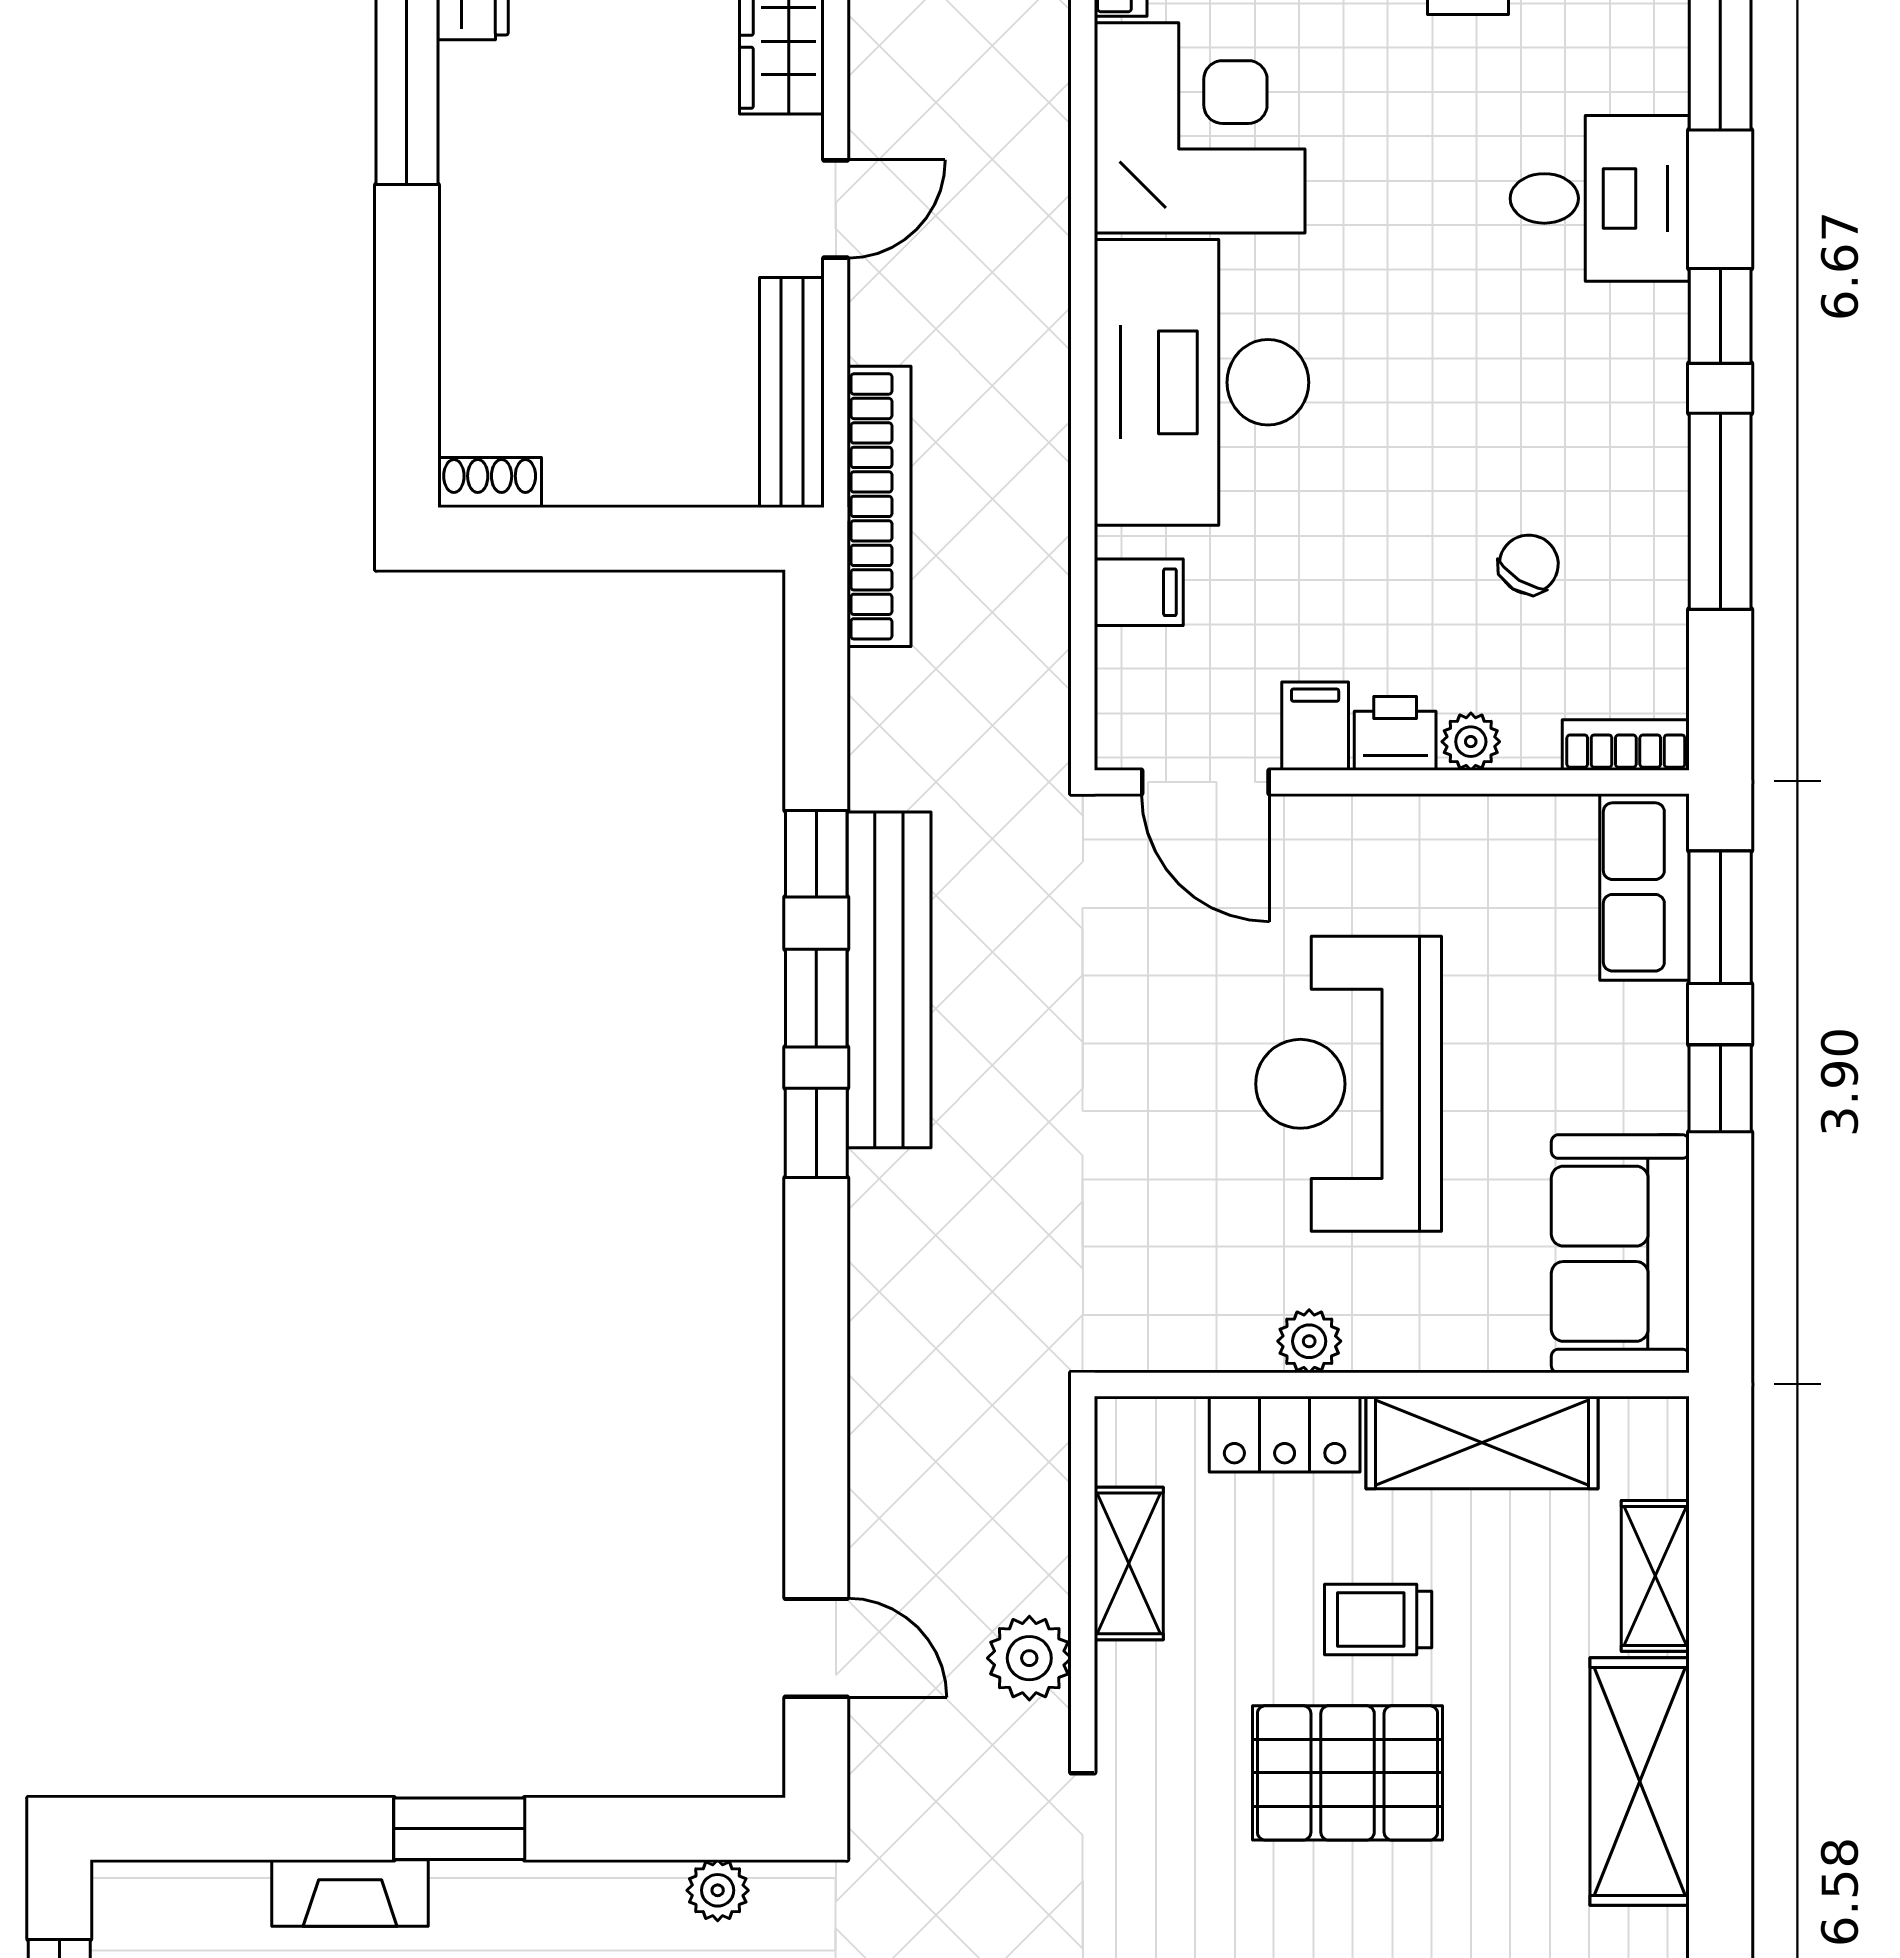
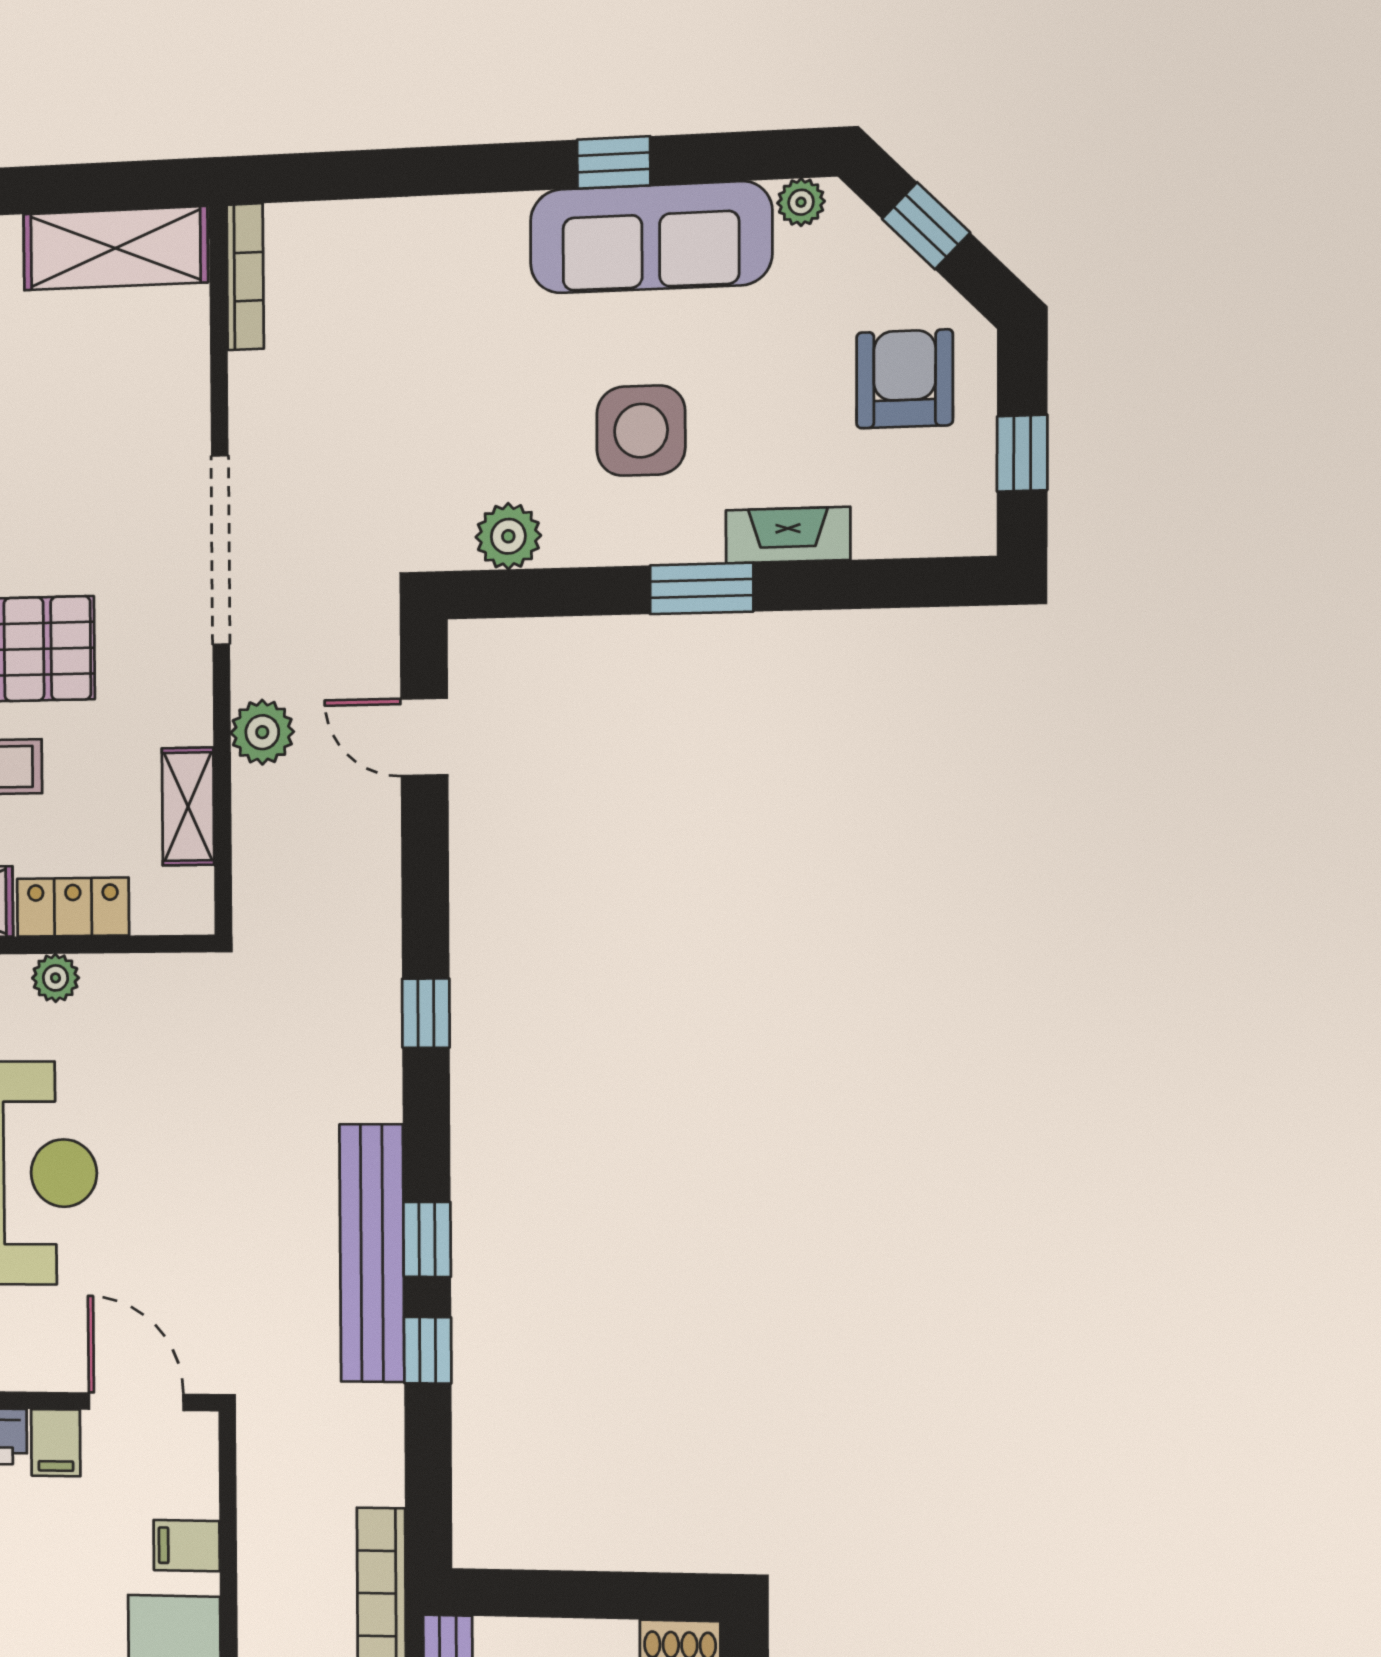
window: (816, 1133) -> (426, 1013), moved
plant: (718, 1890) -> (508, 536), width x1.38, depth x1.38

